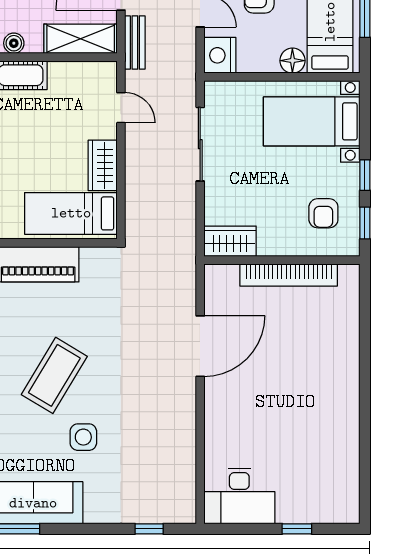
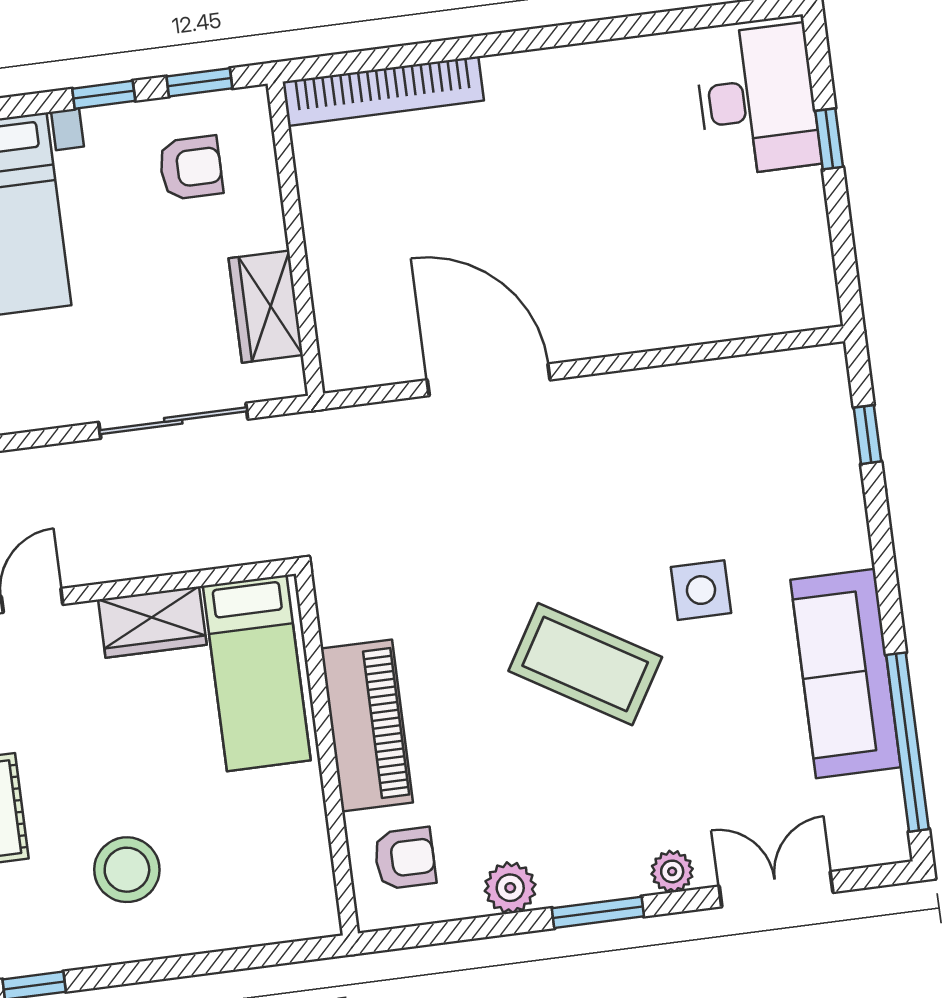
sliding door: (200, 144) -> (173, 421), moved
wardrobe: (230, 241) -> (266, 307), moved
bookcase: (289, 275) -> (383, 91), moved, turned 90
desk: (239, 496) -> (757, 100), moved

